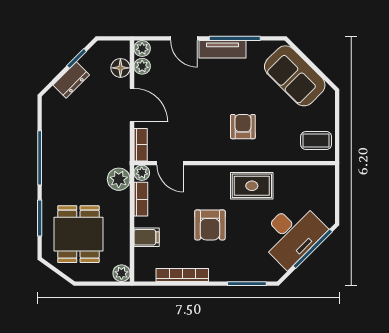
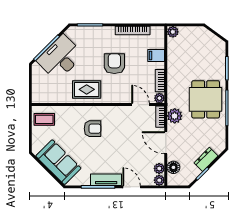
armchair: (243, 127) -> (93, 129), turned -90
plant: (119, 179) -> (175, 116), moved
dining table: (78, 234) -> (206, 99), moved

